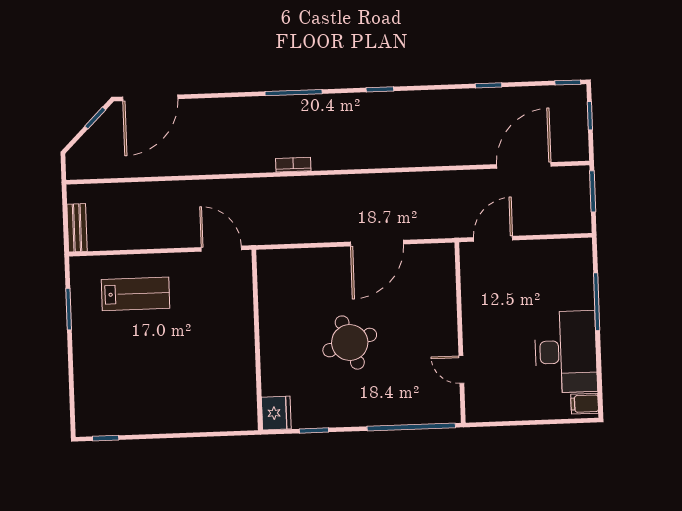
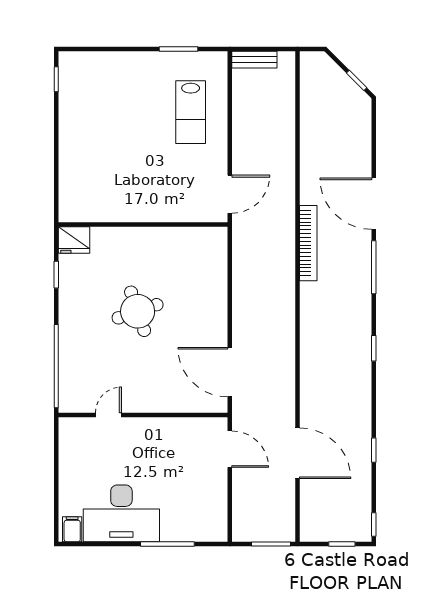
door: (150, 98) -> (374, 204), moved
bookcase: (293, 165) -> (308, 243), width x2.31, depth x1.31
door: (524, 165) -> (298, 453), moved
door: (377, 243) -> (230, 372), moved

